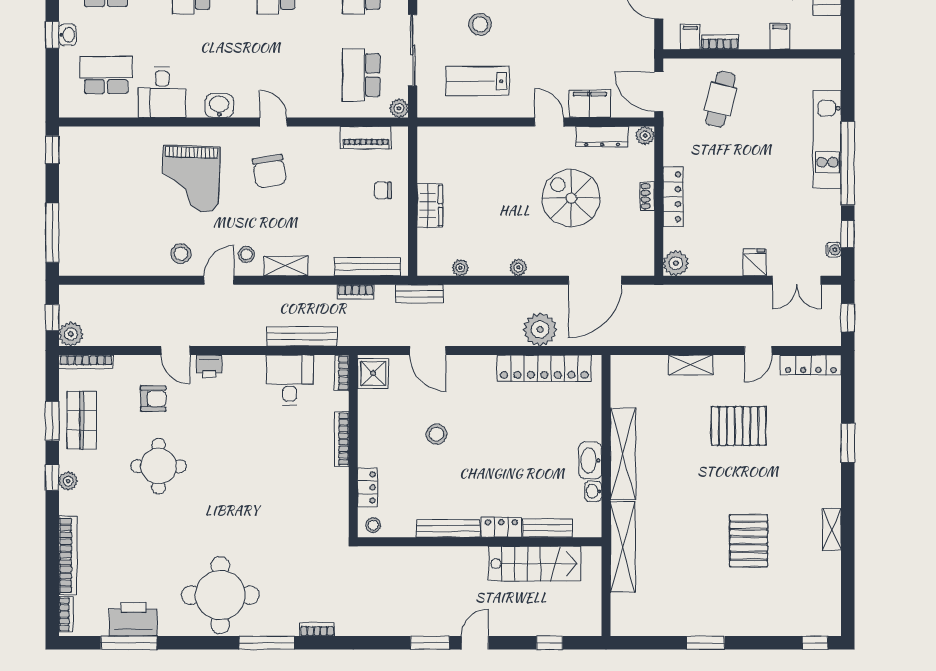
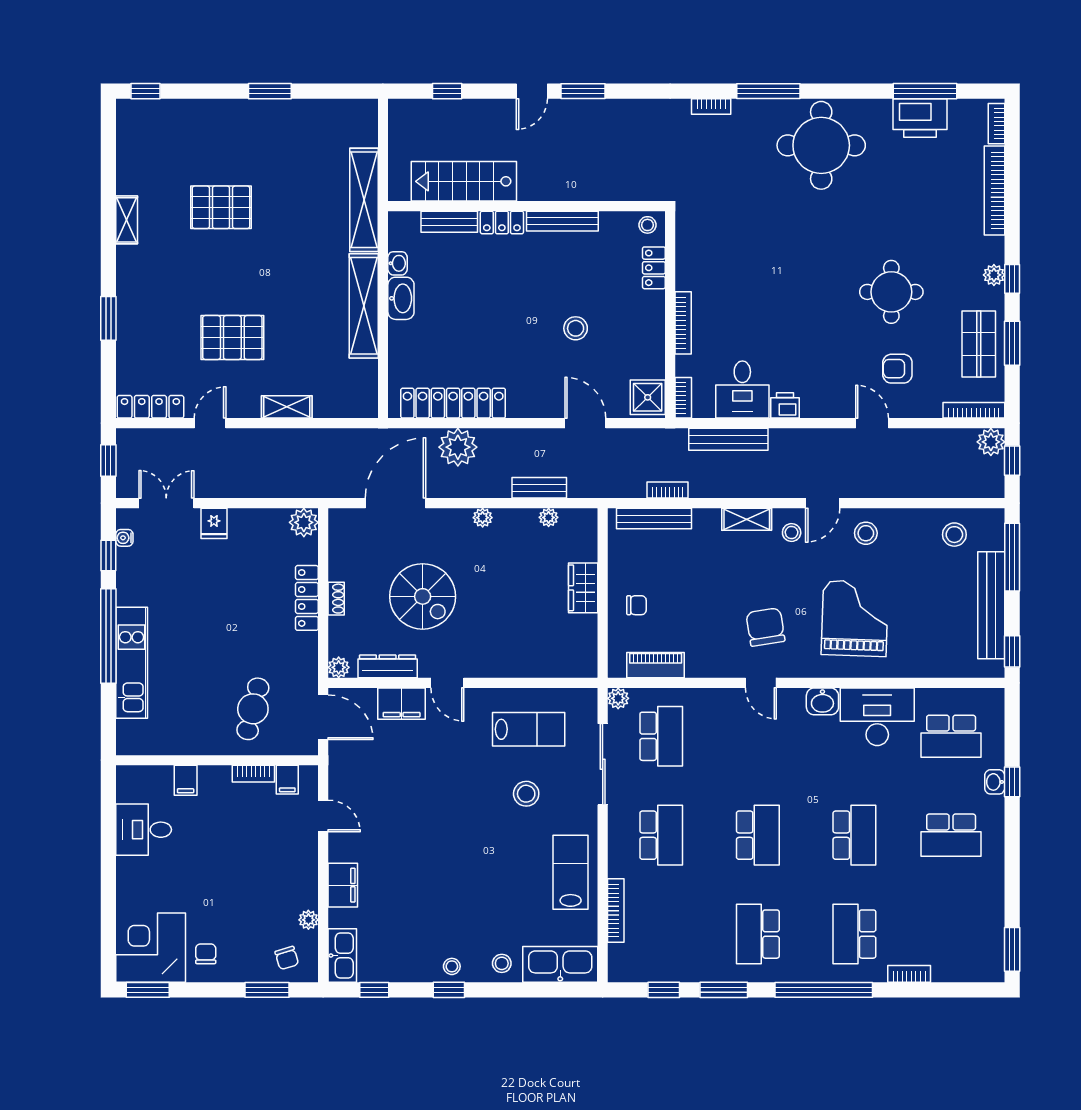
desk: (162, 92) -> (877, 717), width x1.37
bench: (71, 190) -> (991, 605), added
stool: (103, 253) -> (954, 535), added
bench: (419, 294) -> (539, 488), moved
printer: (209, 366) -> (785, 405), moved
pallet: (749, 541) -> (221, 207), turned 90

